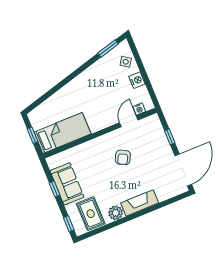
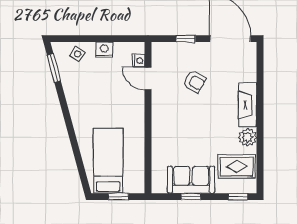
bed: (63, 133) -> (108, 161), moved
armchair: (123, 157) -> (194, 82), moved

